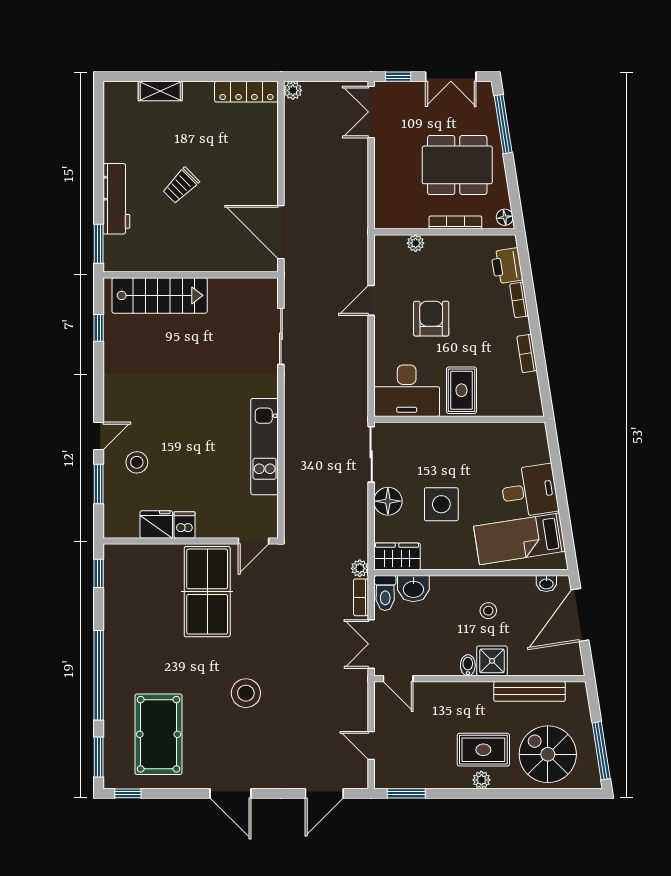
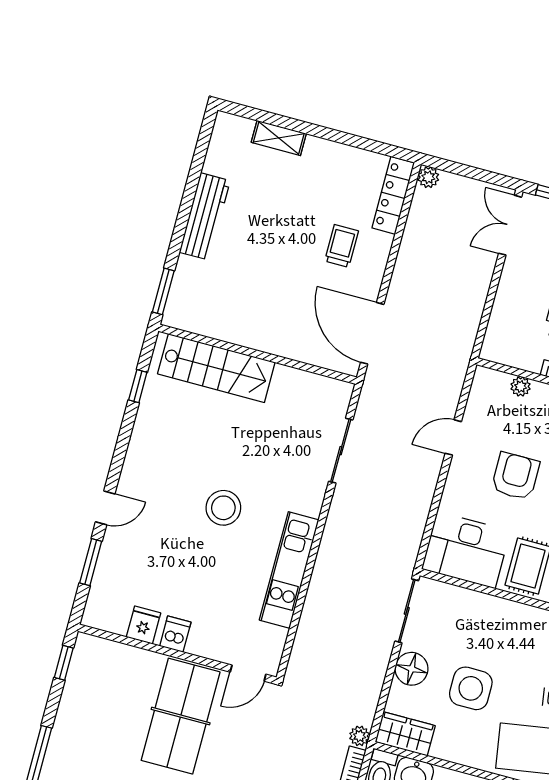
locker: (246, 92) -> (393, 195), moved, turned 90
trolley: (181, 186) -> (342, 246), moved, turned 135
workbench: (116, 199) -> (205, 216), moved
stool: (137, 462) -> (223, 508), moved, width x1.38, depth x1.38
fridge: (156, 524) -> (144, 625), width x0.72

